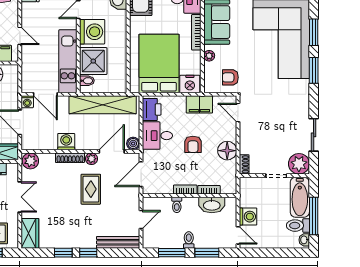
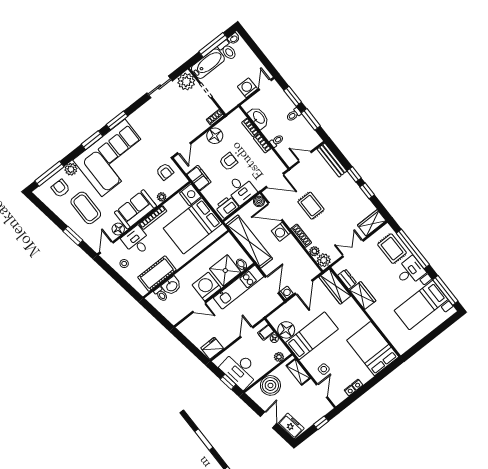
washing machine: (66, 142) -> (281, 232), moved
plant: (91, 159) -> (314, 251), moved
rug: (91, 189) -> (311, 206), turned 90

